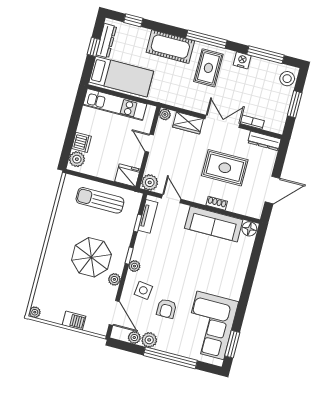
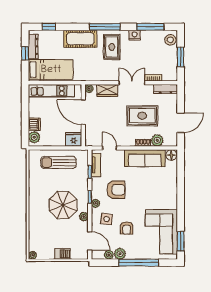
door: (149, 143) -> (83, 112), width x1.87
plant: (150, 182) -> (157, 140), moved
armchair: (165, 255) -> (116, 190), added

